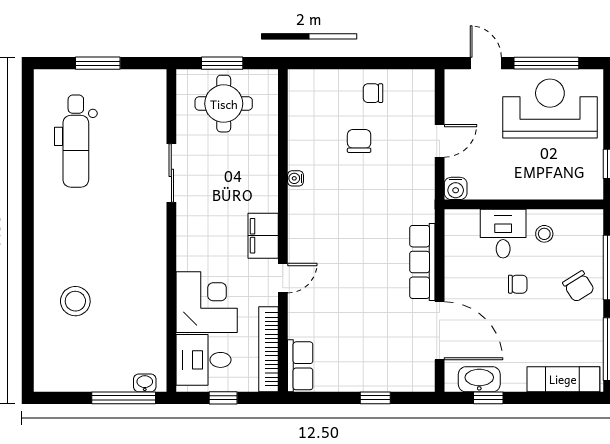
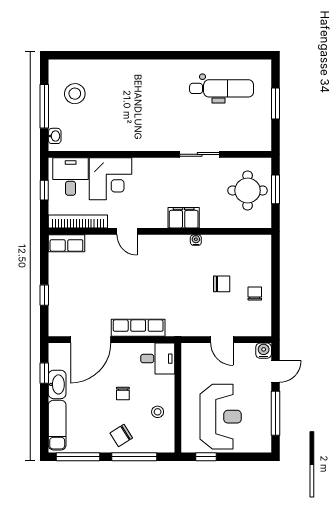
reception desk: (550, 109) -> (221, 417), moved
dental chair: (76, 141) -> (222, 88), turned 180
water cooler: (456, 188) -> (264, 351), moved, turned 90
desk: (503, 234) -> (158, 359), moved
filing cabinet: (263, 236) -> (184, 218), moved
stool: (75, 301) -> (75, 94), moved
washbasin: (479, 379) -> (57, 384), moved
window: (124, 398) -> (44, 106), moved

